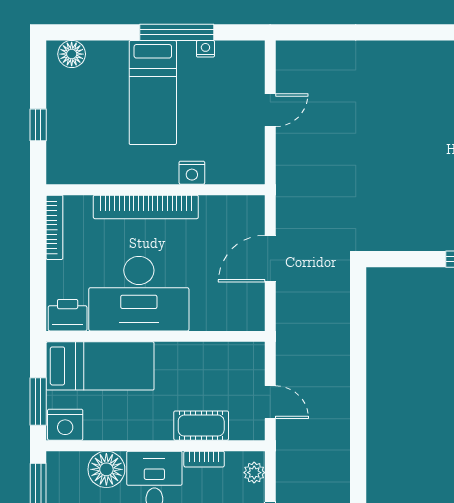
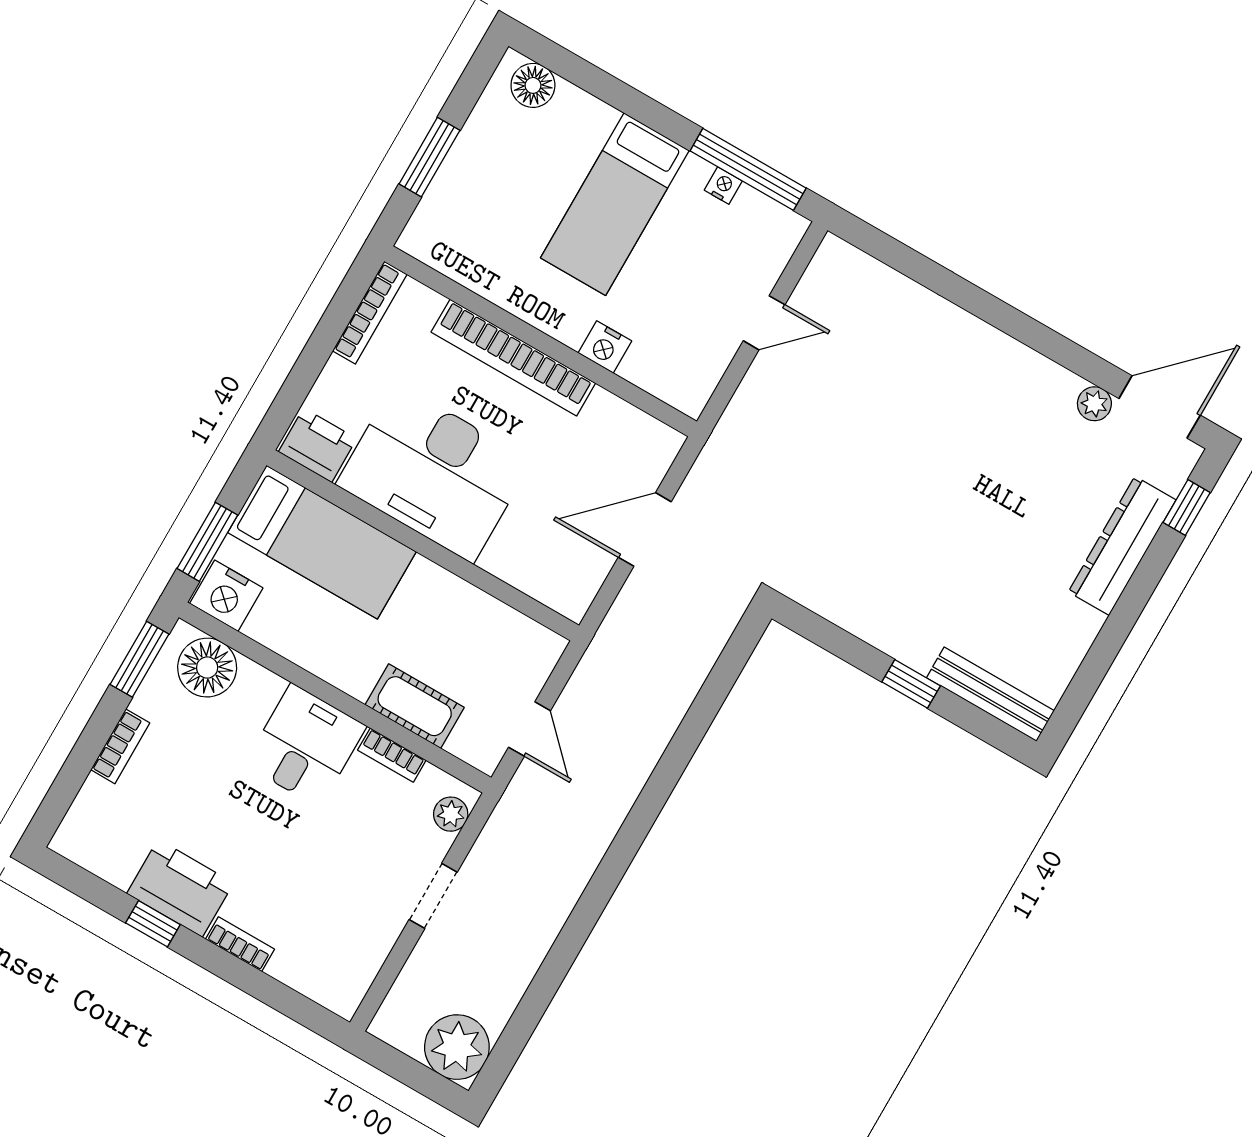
window: (177, 32) -> (748, 169), moved
window: (38, 125) -> (429, 157), width x1.50
floor lamp: (106, 469) -> (207, 668), moved

